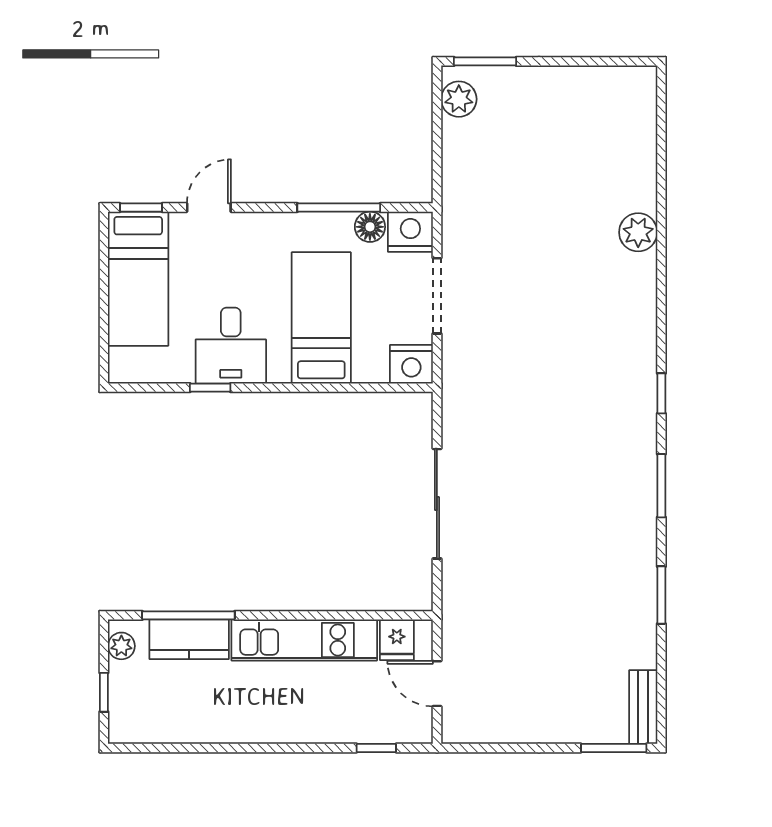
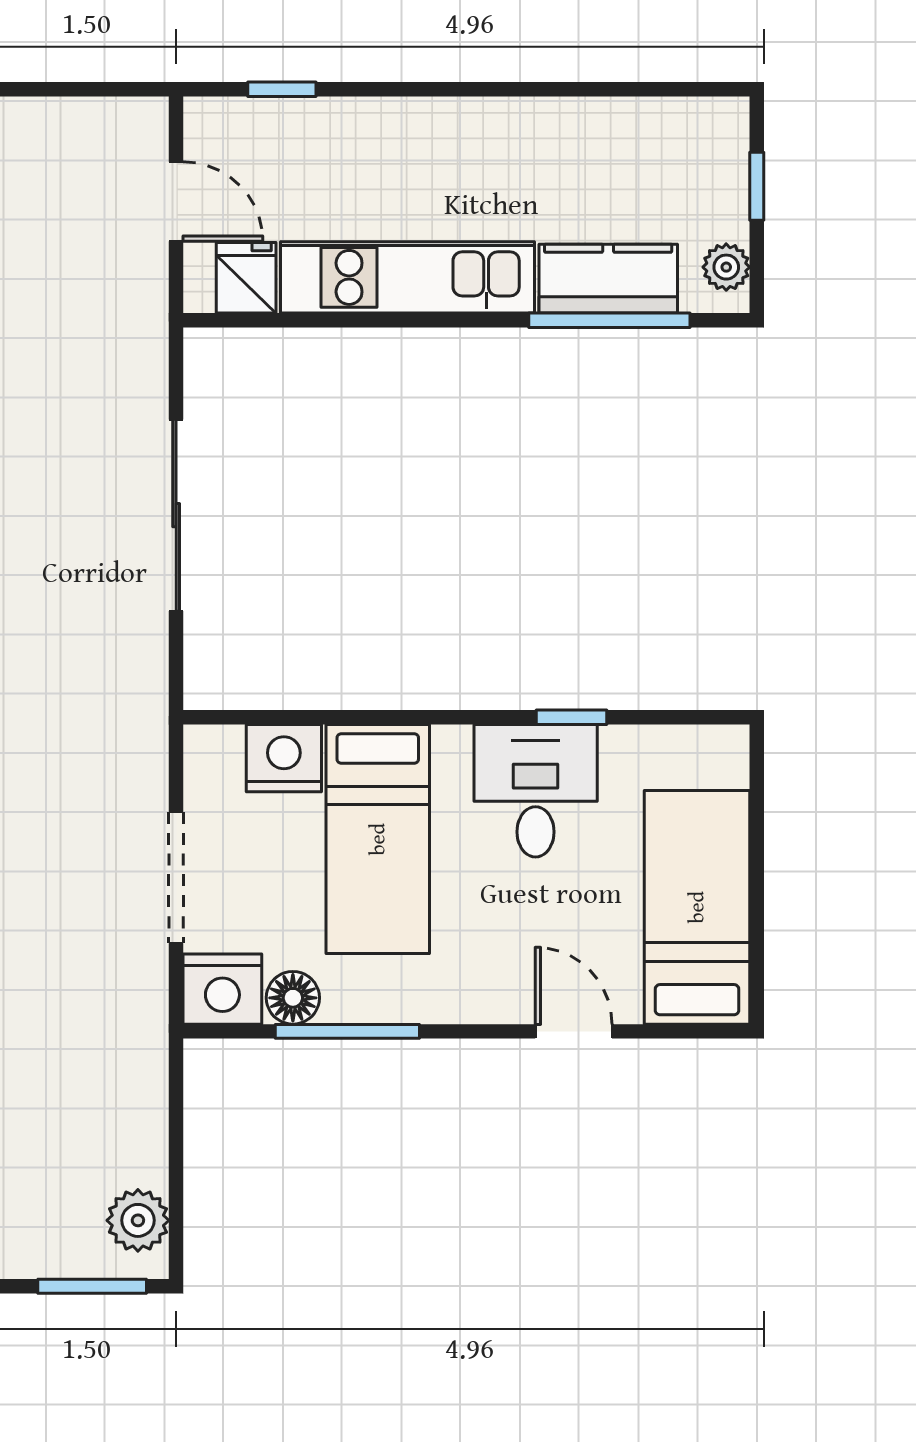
window: (141, 208) -> (692, 1031), removed
door: (209, 208) -> (574, 1031), swing flipped
nightstand: (411, 364) -> (284, 758), moved

